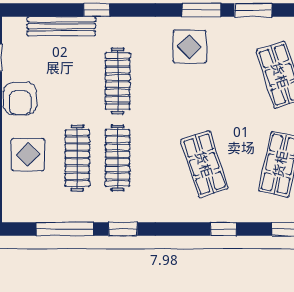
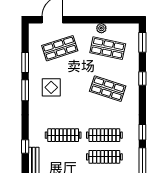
display table: (190, 47) -> (51, 87), moved
shop shelf: (204, 164) -> (108, 89), turned 36

